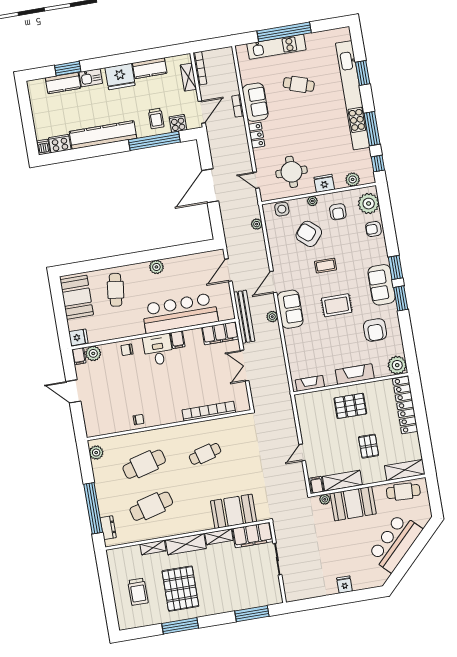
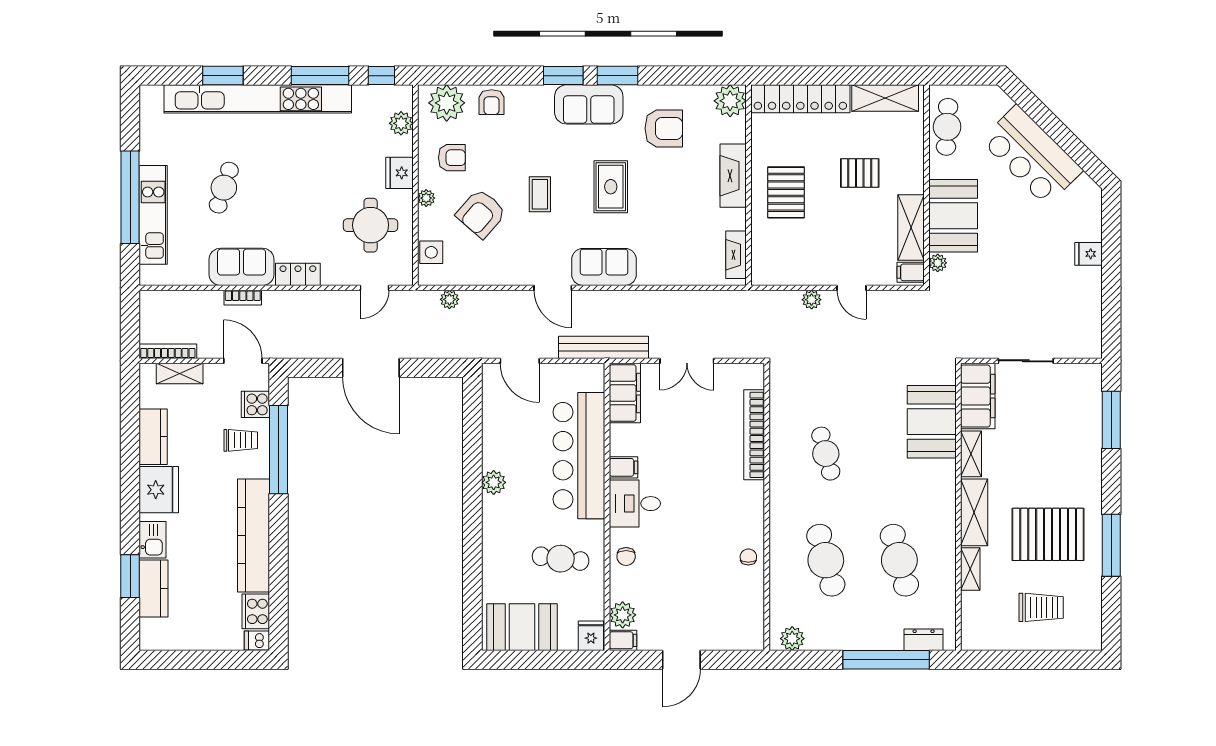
cafe table: (116, 290) -> (561, 559), moved
plant: (272, 317) -> (812, 300), moved
shelving: (405, 470) -> (885, 98), moved, turned 90

